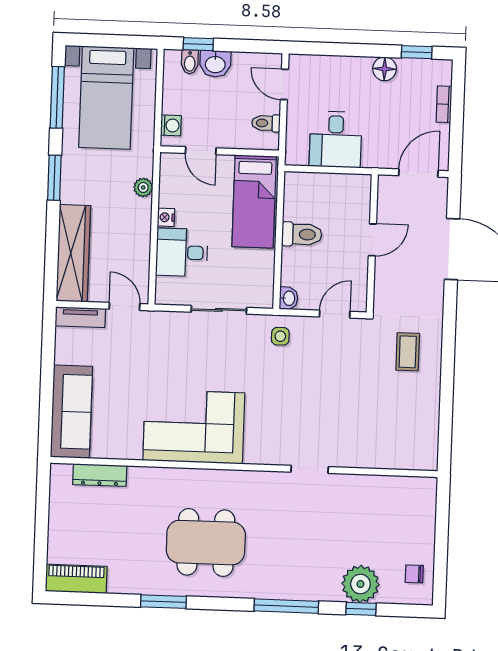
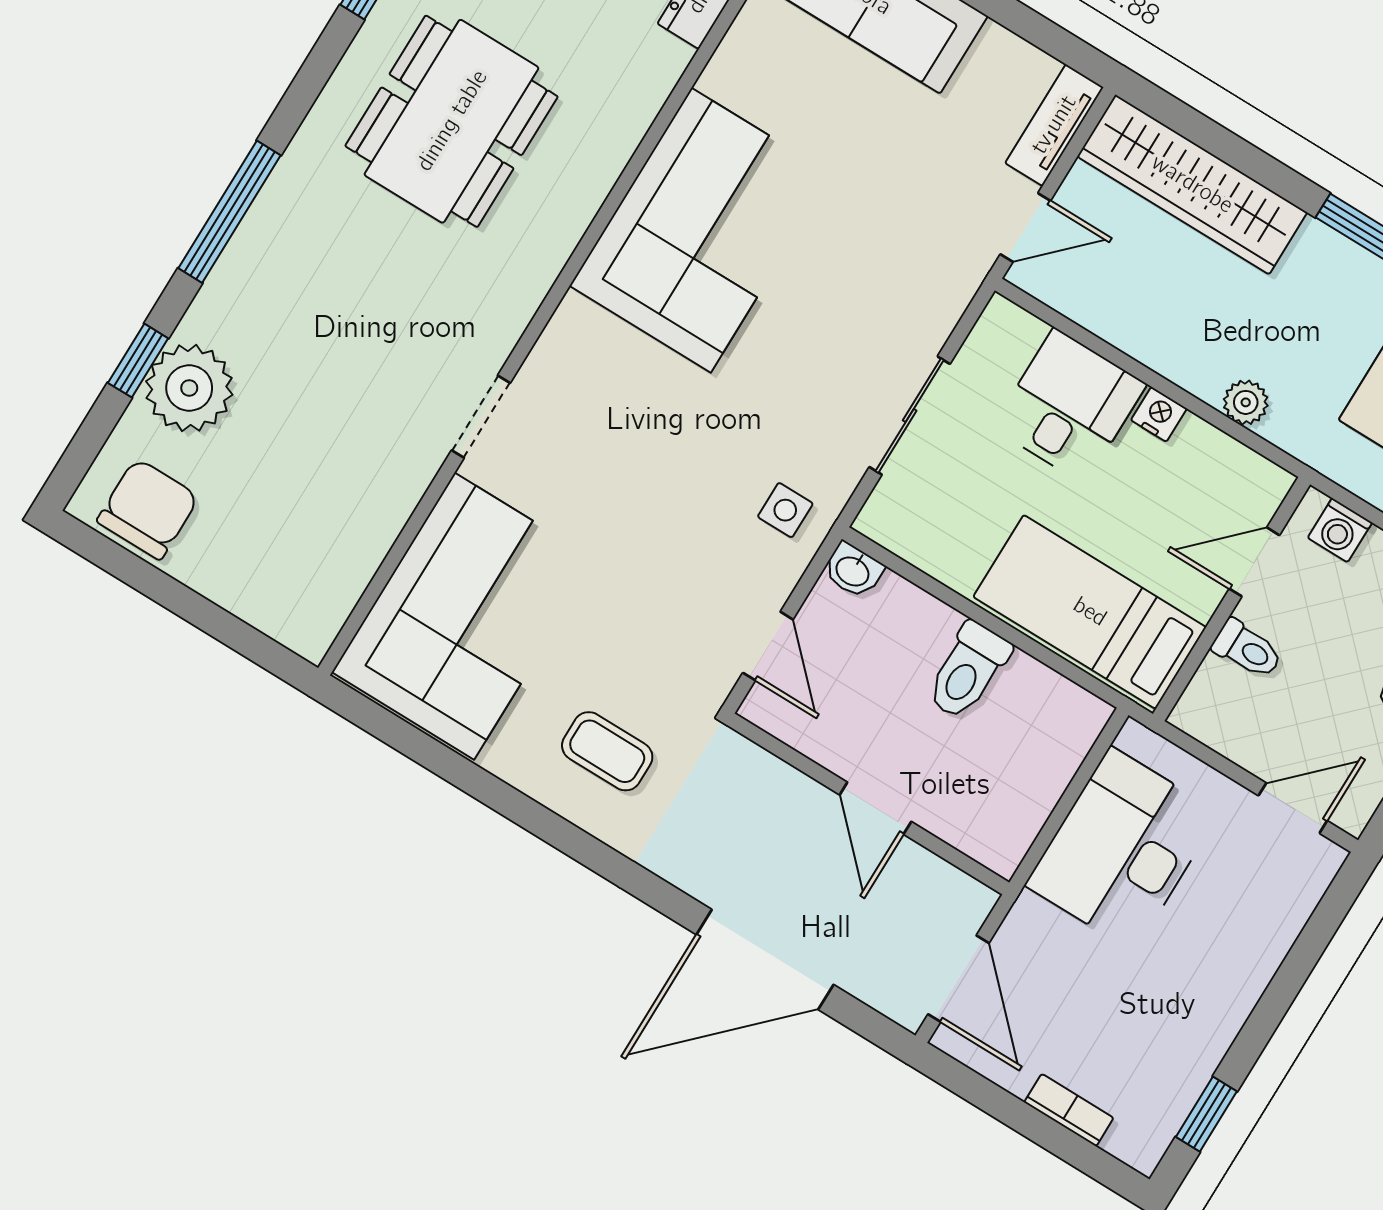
floor lamp: (385, 69) -> (1209, 1030), removed
toilet: (266, 123) -> (1247, 649), moved, turned 90
desk: (336, 139) -> (1122, 849), width x1.37
corner sofa: (387, 433) -> (464, 616), added
chair: (414, 574) -> (148, 509), width x1.87, depth x1.87

